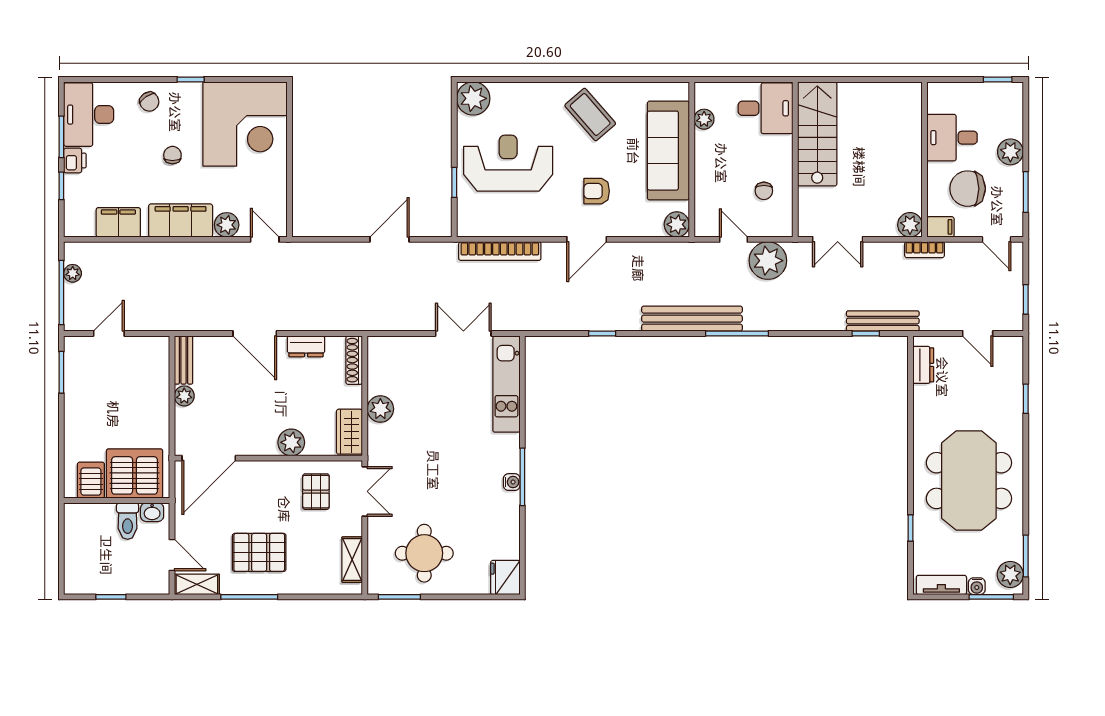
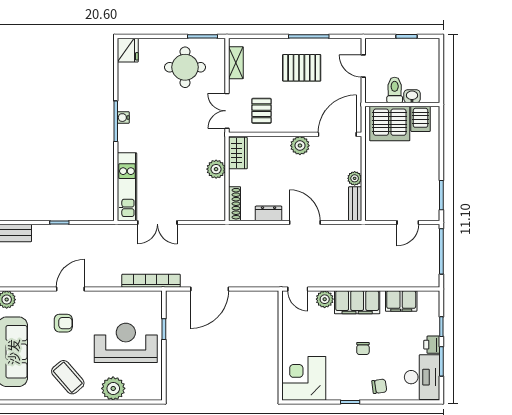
plant: (473, 98) -> (113, 388), moved
chair: (149, 102) -> (379, 386), turned 115
corner desk: (245, 124) -> (304, 378), width x0.74, depth x0.74
reception desk: (508, 163) -> (126, 343), turned 180
door: (390, 239) -> (210, 289), width x1.36
bookcase: (500, 251) -> (151, 281), moved
plant: (73, 273) -> (433, 265), removed
plant: (291, 442) -> (300, 146), moved
washbasin: (152, 512) -> (412, 96), moved
shelving: (197, 584) -> (346, 45), removed

